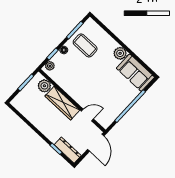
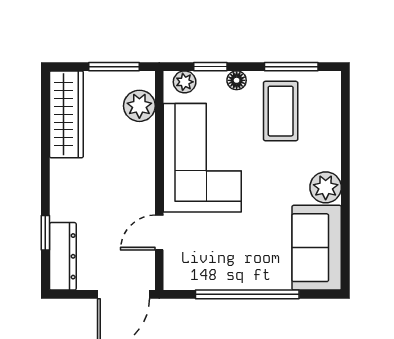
corner sofa: (77, 82) -> (202, 158), added
wardrobe: (62, 103) -> (66, 114), moved, turned 180
door: (87, 115) -> (159, 233), swing flipped

